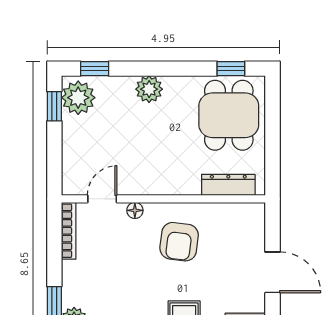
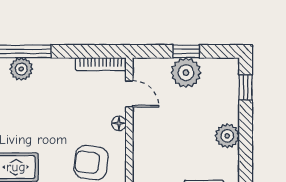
plant: (78, 98) -> (186, 73), moved
window: (54, 106) -> (186, 51), moved

